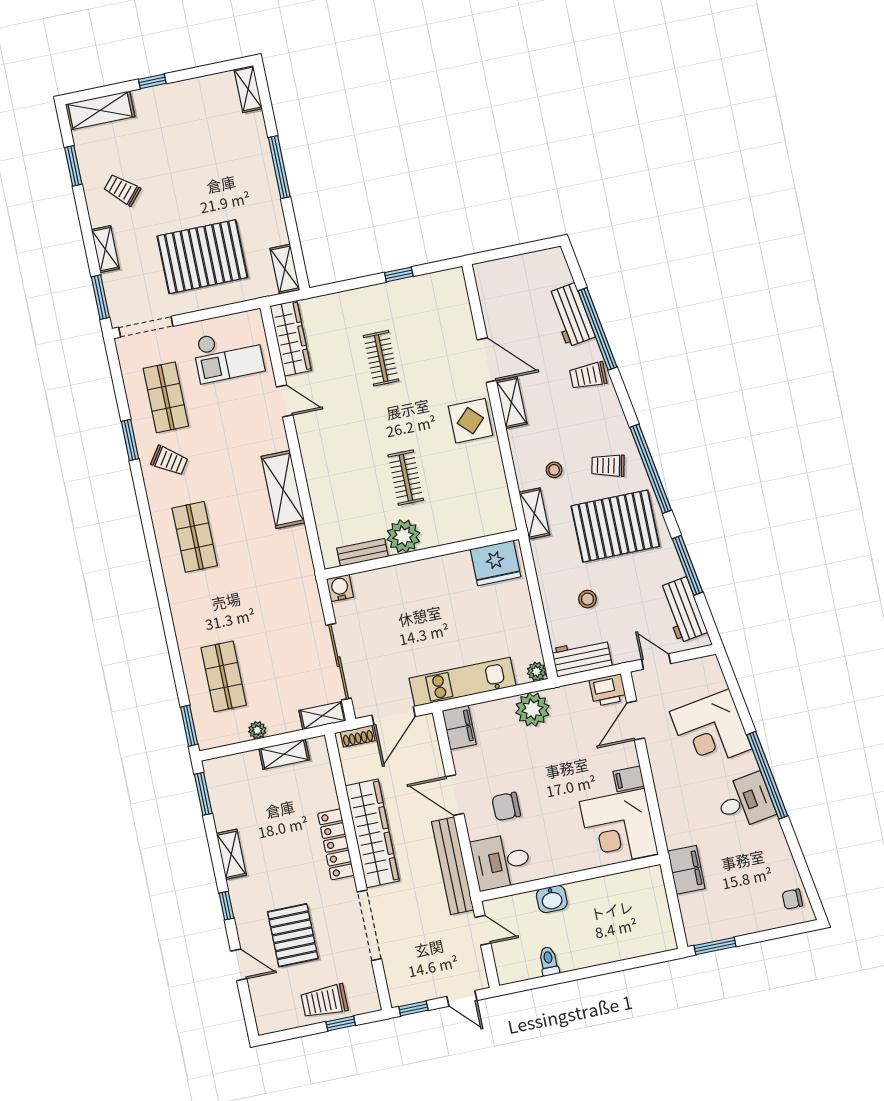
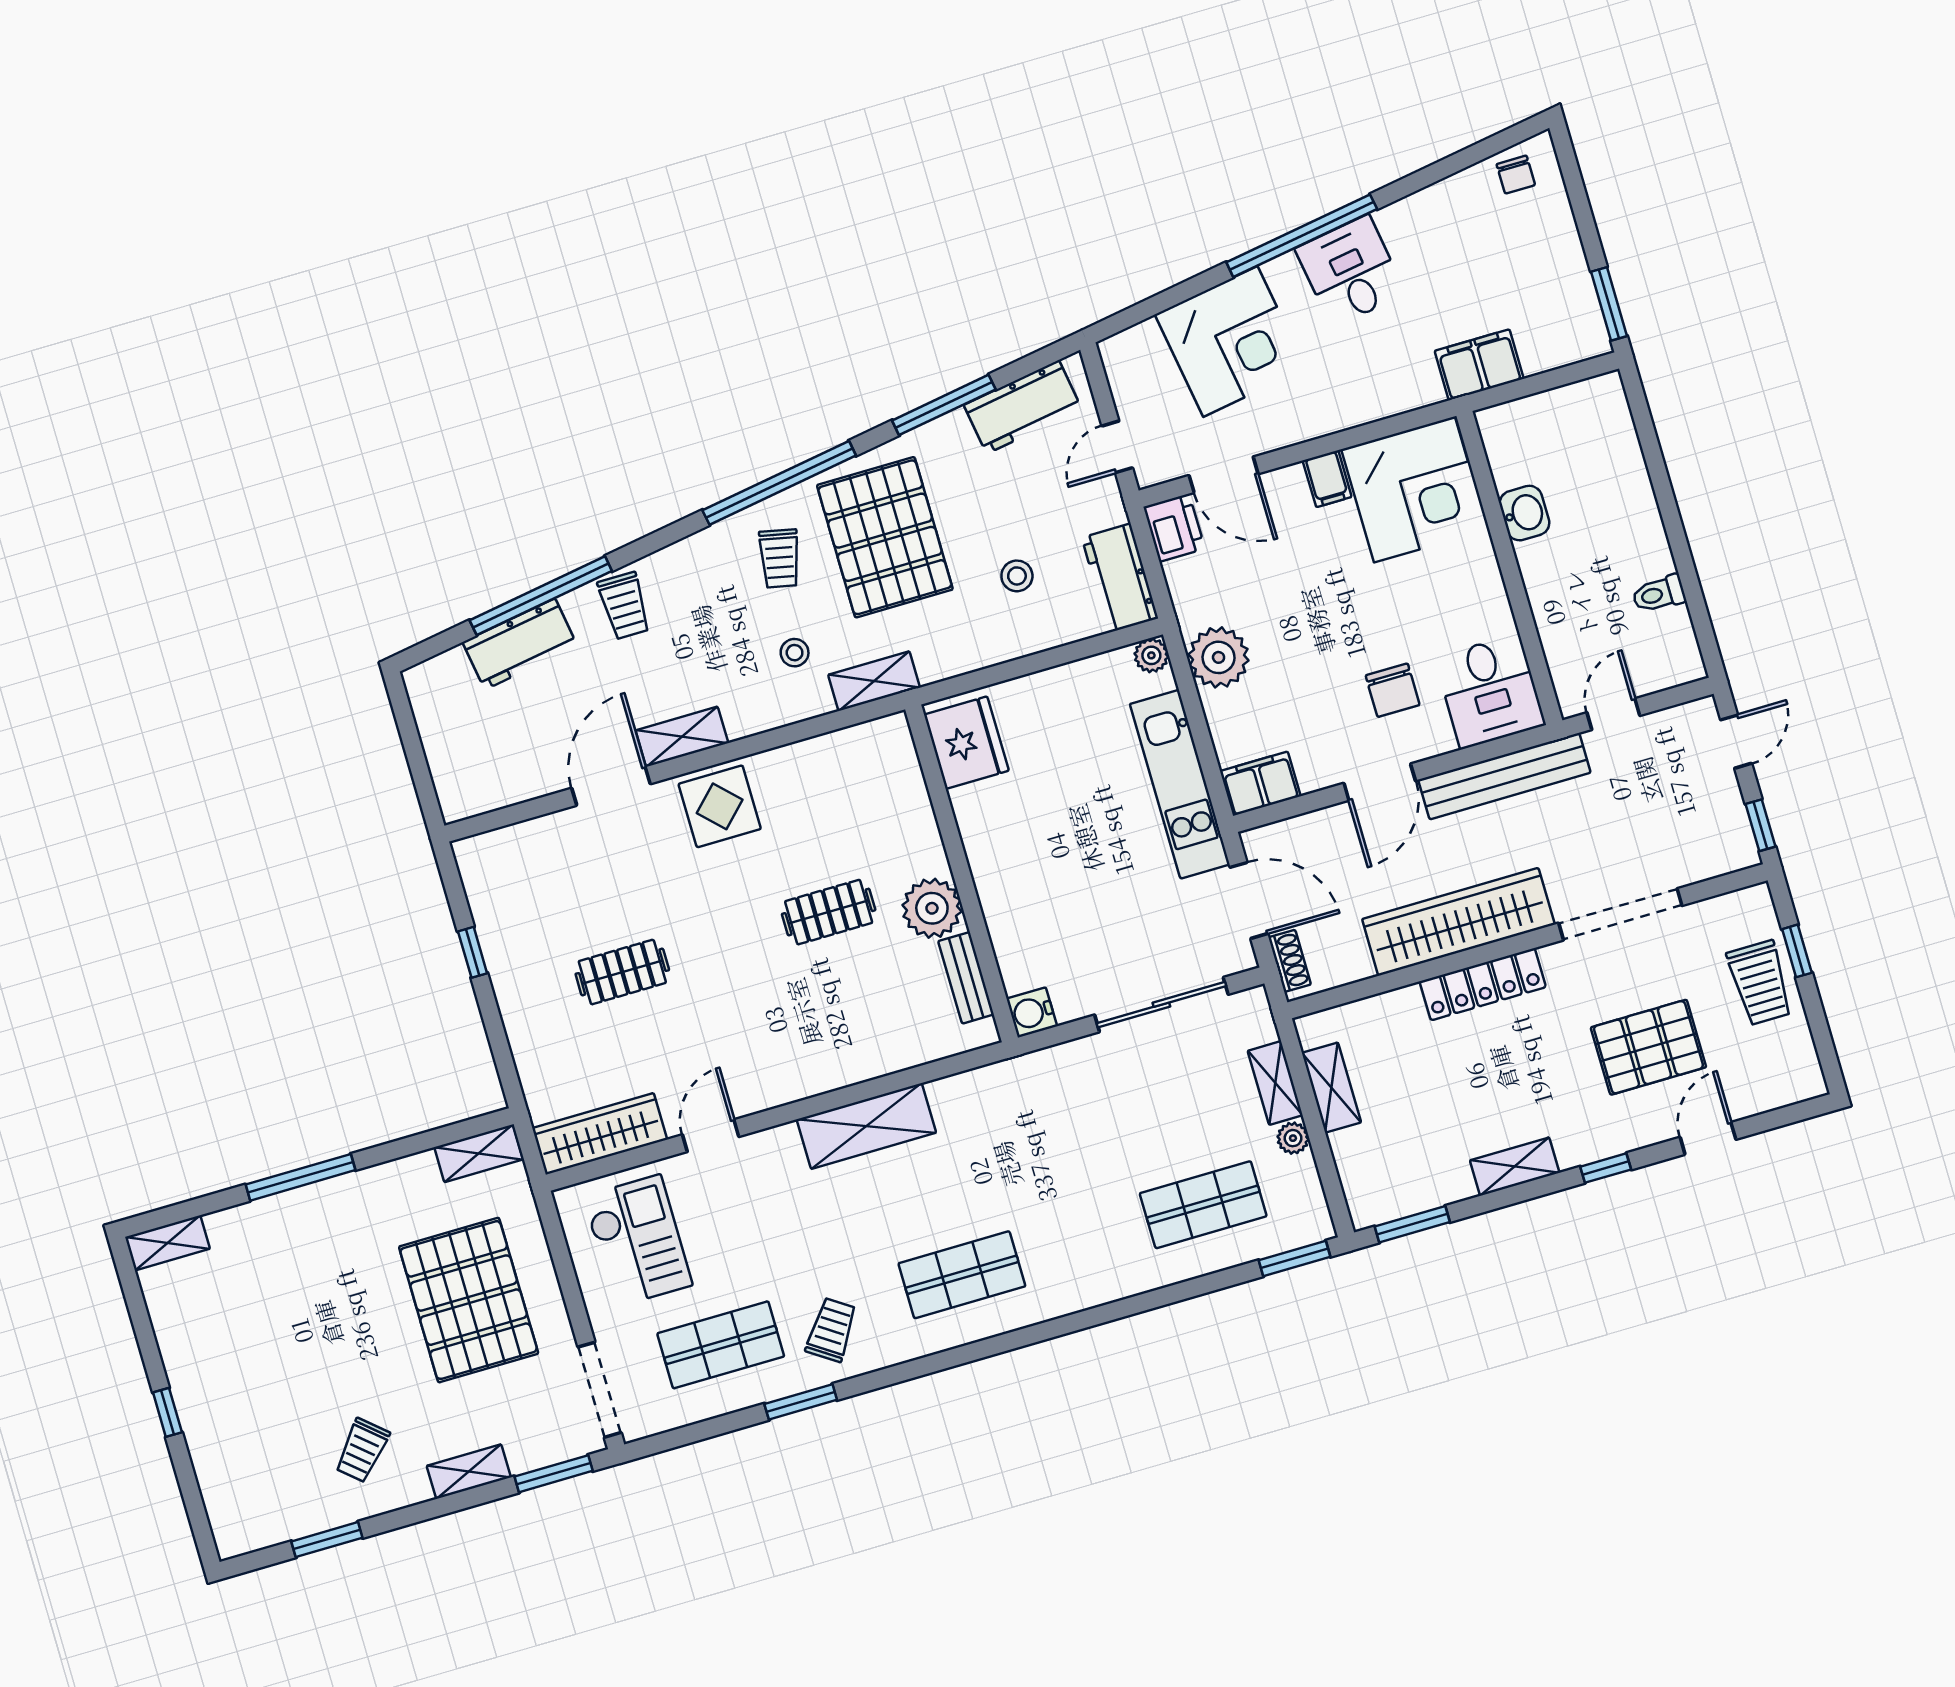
shelving: (100, 110) -> (226, 1500), removed
shelving: (323, 716) -> (1275, 1083), moved
washbasin: (552, 899) -> (1524, 513), moved

